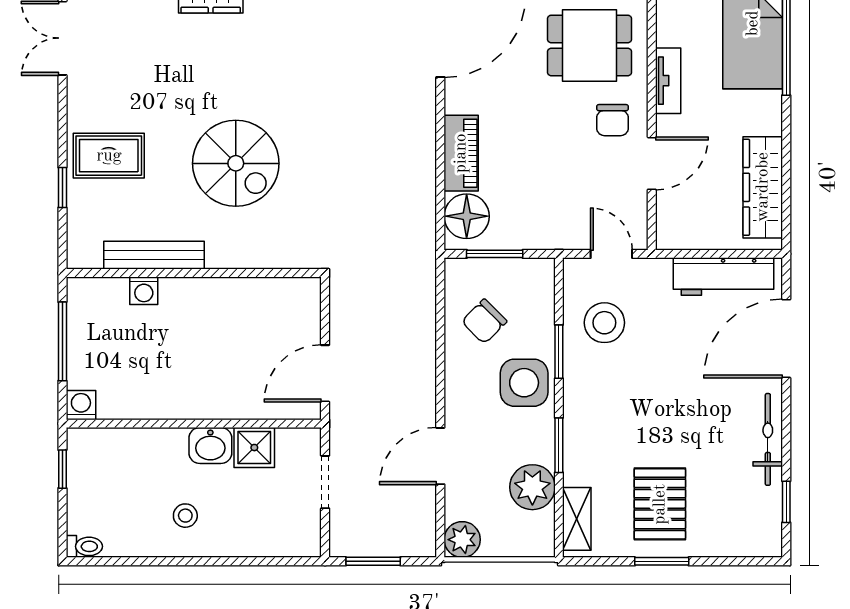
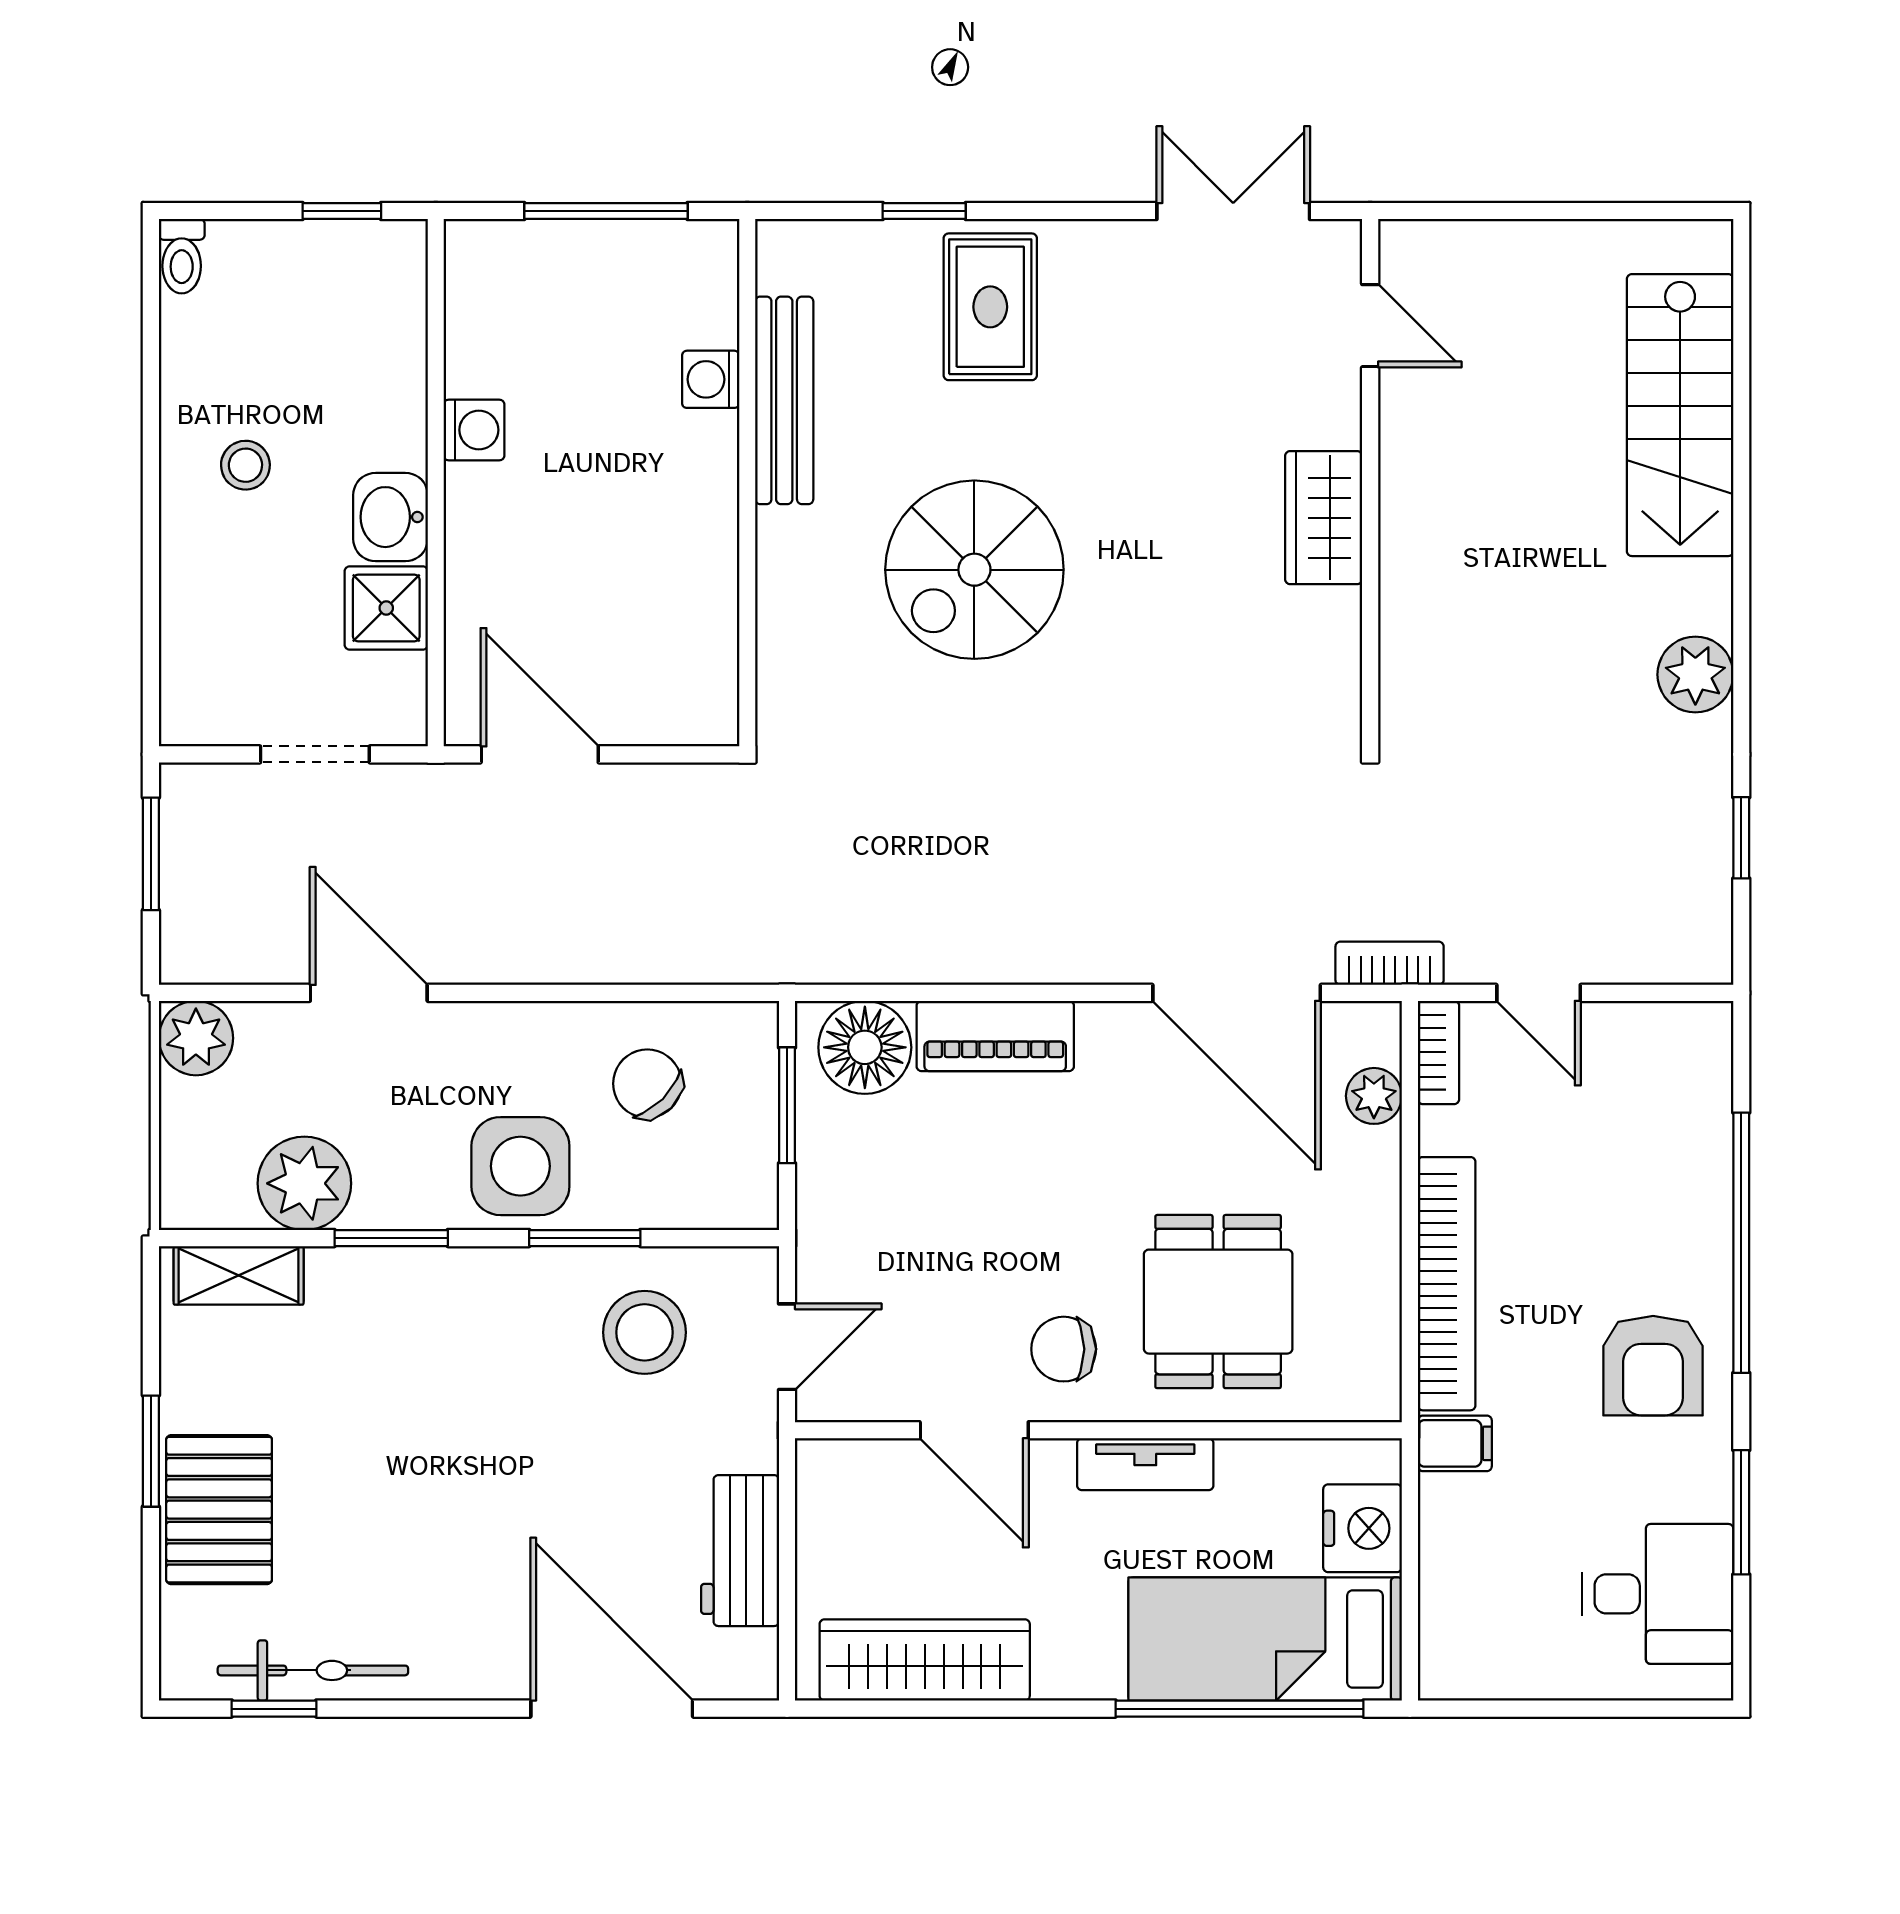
workbench: (724, 277) -> (740, 1551), width x0.73
washing machine: (81, 405) -> (474, 430), moved
bicycle: (768, 439) -> (313, 1670), moved
pallet: (660, 504) -> (219, 1510), moved, turned 90

